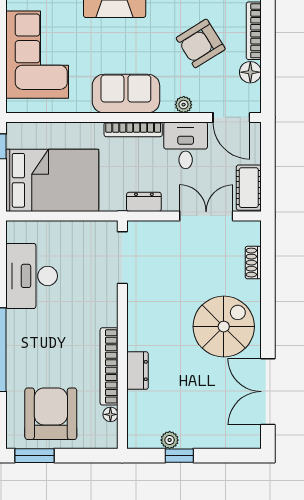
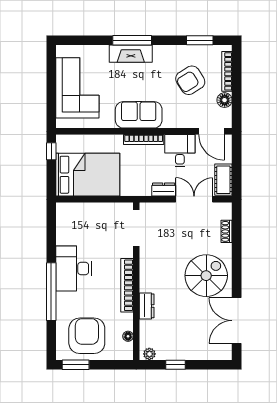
plant: (184, 105) -> (178, 122), removed
dresser: (144, 202) -> (164, 190), moved
desk: (32, 276) -> (74, 269), moved
bookcase: (109, 366) -> (127, 285), moved
plant: (170, 440) -> (149, 354), moved

